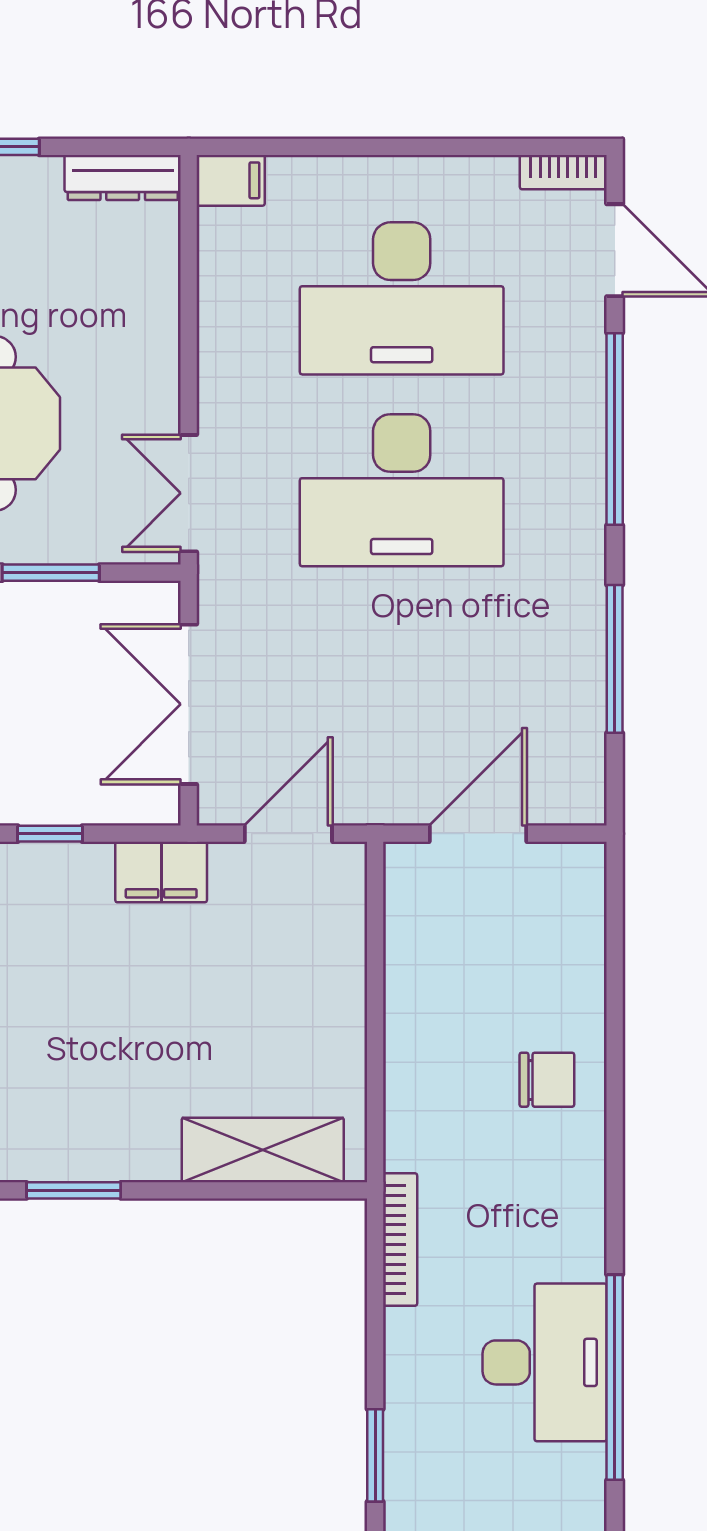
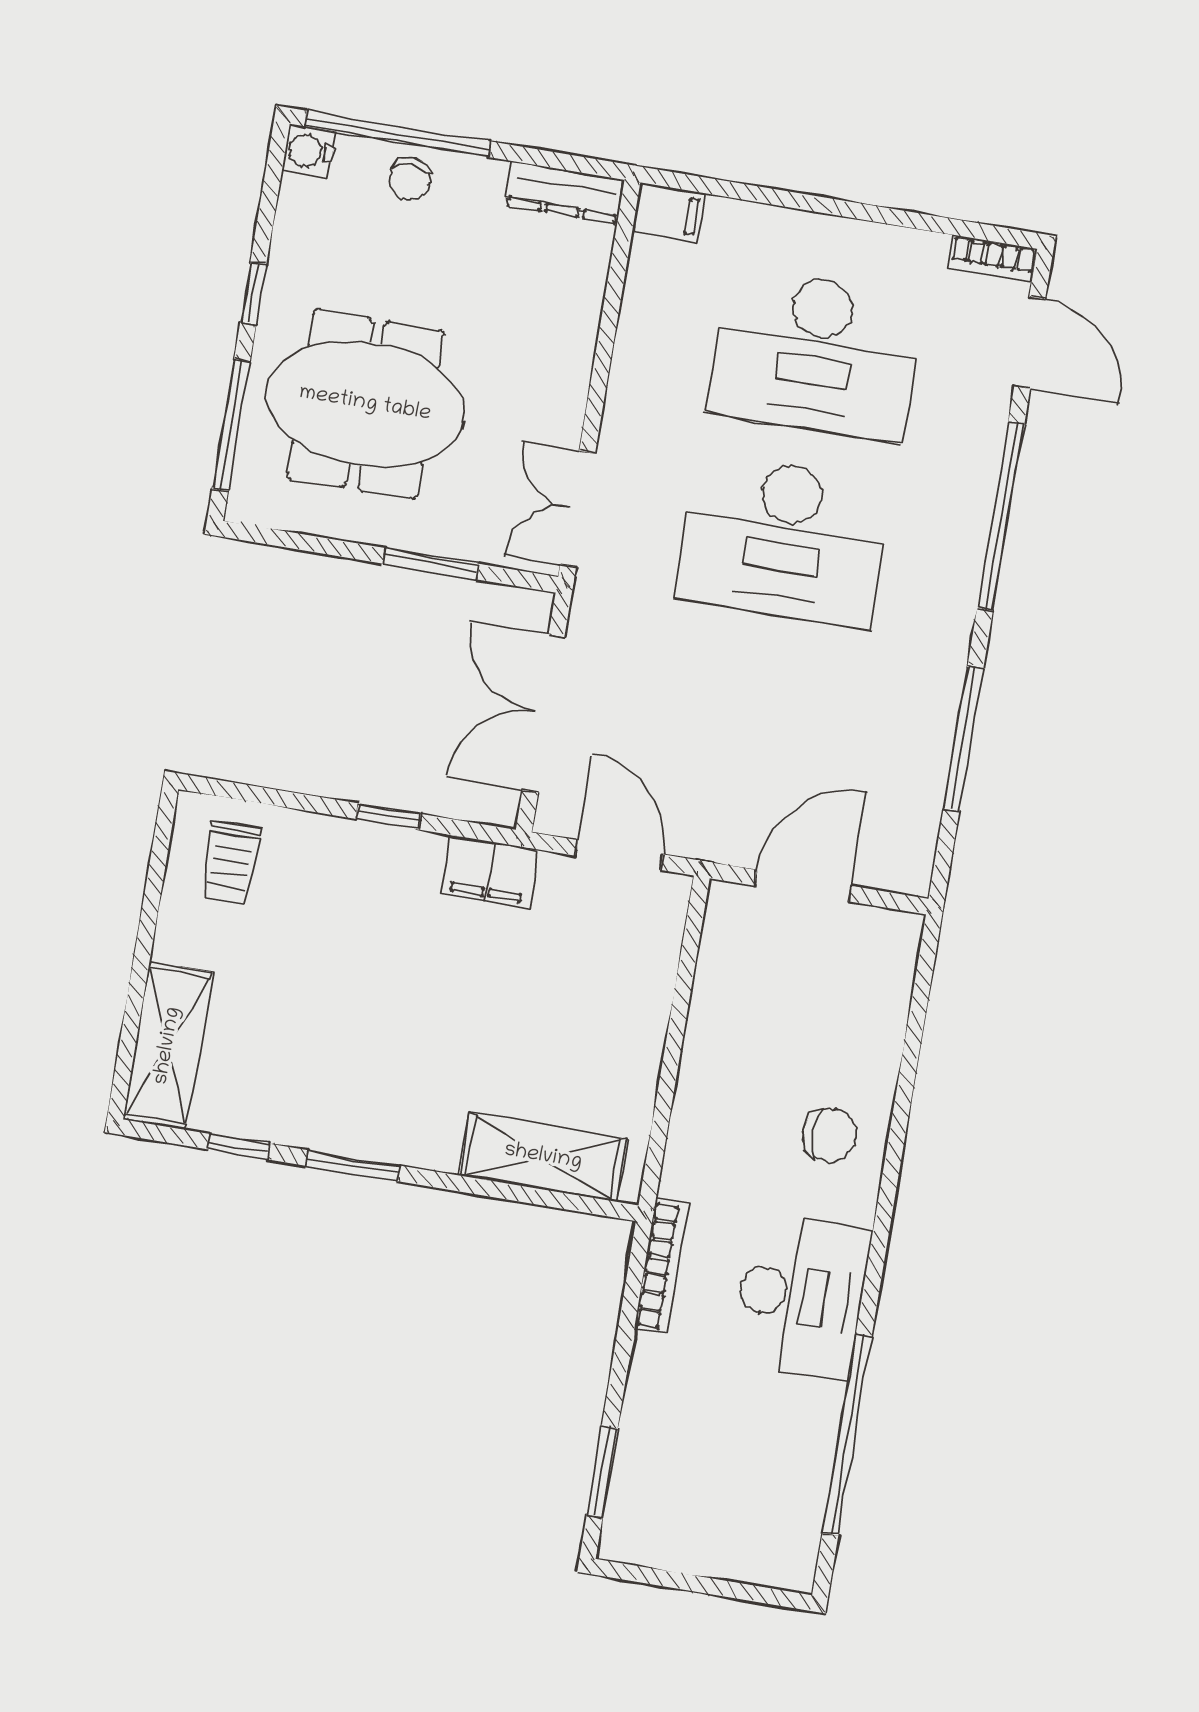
door: (288, 834) -> (619, 855), hinge flipped
desk: (545, 1362) -> (800, 1296), moved

